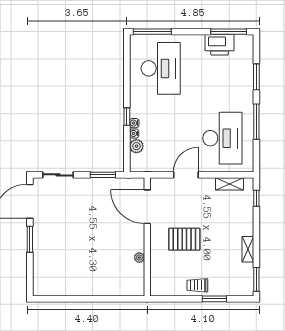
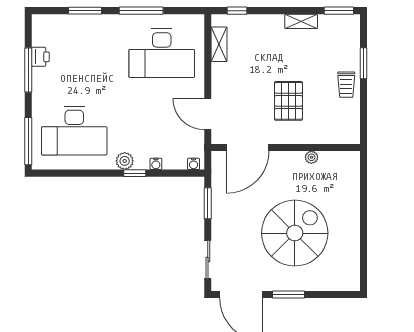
window: (229, 32) -> (28, 70), moved
printer: (220, 45) -> (40, 57), width x0.53, depth x0.68
desk: (161, 68) -> (74, 131), turned 180
water cooler: (134, 123) -> (194, 164), moved
desk: (222, 138) -> (162, 53), turned 180
plant: (136, 146) -> (125, 161), moved
door: (186, 175) -> (208, 114), moved
spiral stairs: (79, 244) -> (295, 233), added

